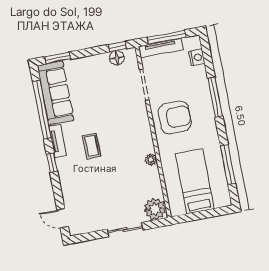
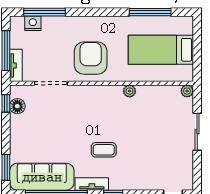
tv unit: (161, 48) -> (16, 65), width x0.71
window: (215, 97) -> (44, 12), moved
plant: (155, 209) -> (187, 91), width x0.53, depth x0.53

